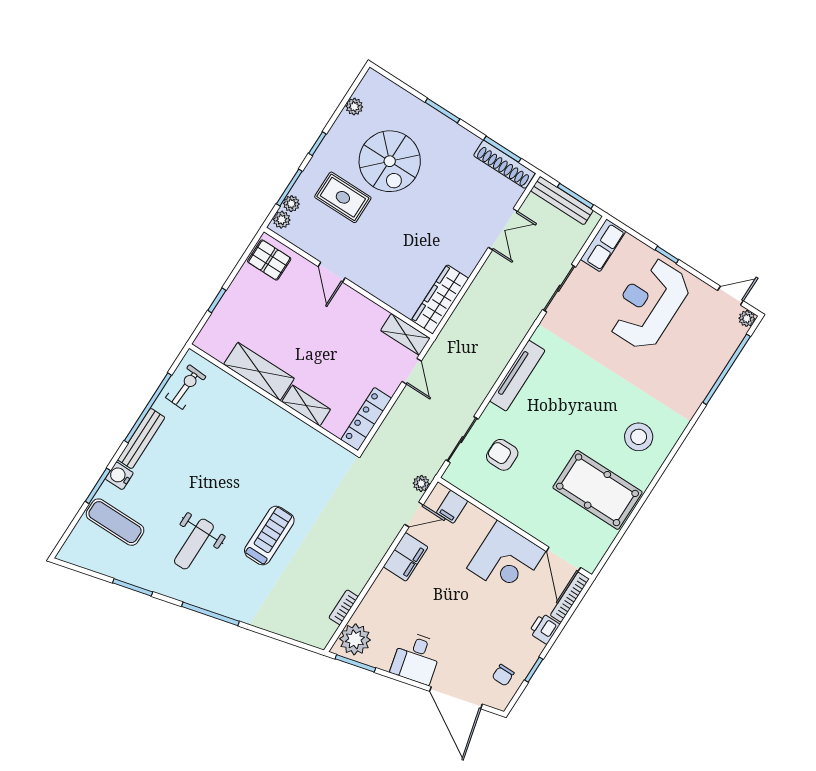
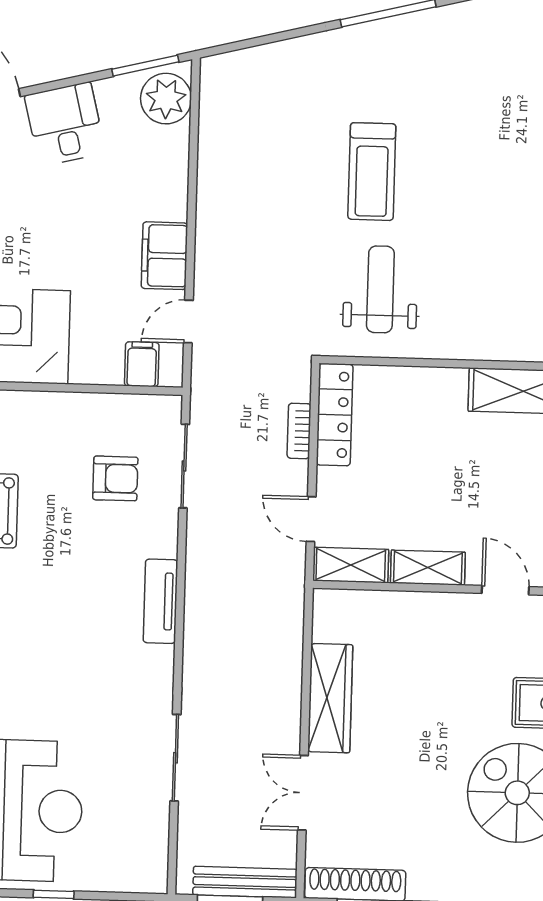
row of seats: (603, 245) -> (150, 854), removed
wardrobe: (440, 299) -> (330, 698), moved
tv unit: (517, 376) -> (160, 601), width x0.71
shelving: (306, 406) -> (428, 568), moved
plant: (421, 483) -> (204, 371), removed
weight bench: (194, 544) -> (380, 289), moved
bookcase: (344, 607) -> (299, 431), moved, turned 180

